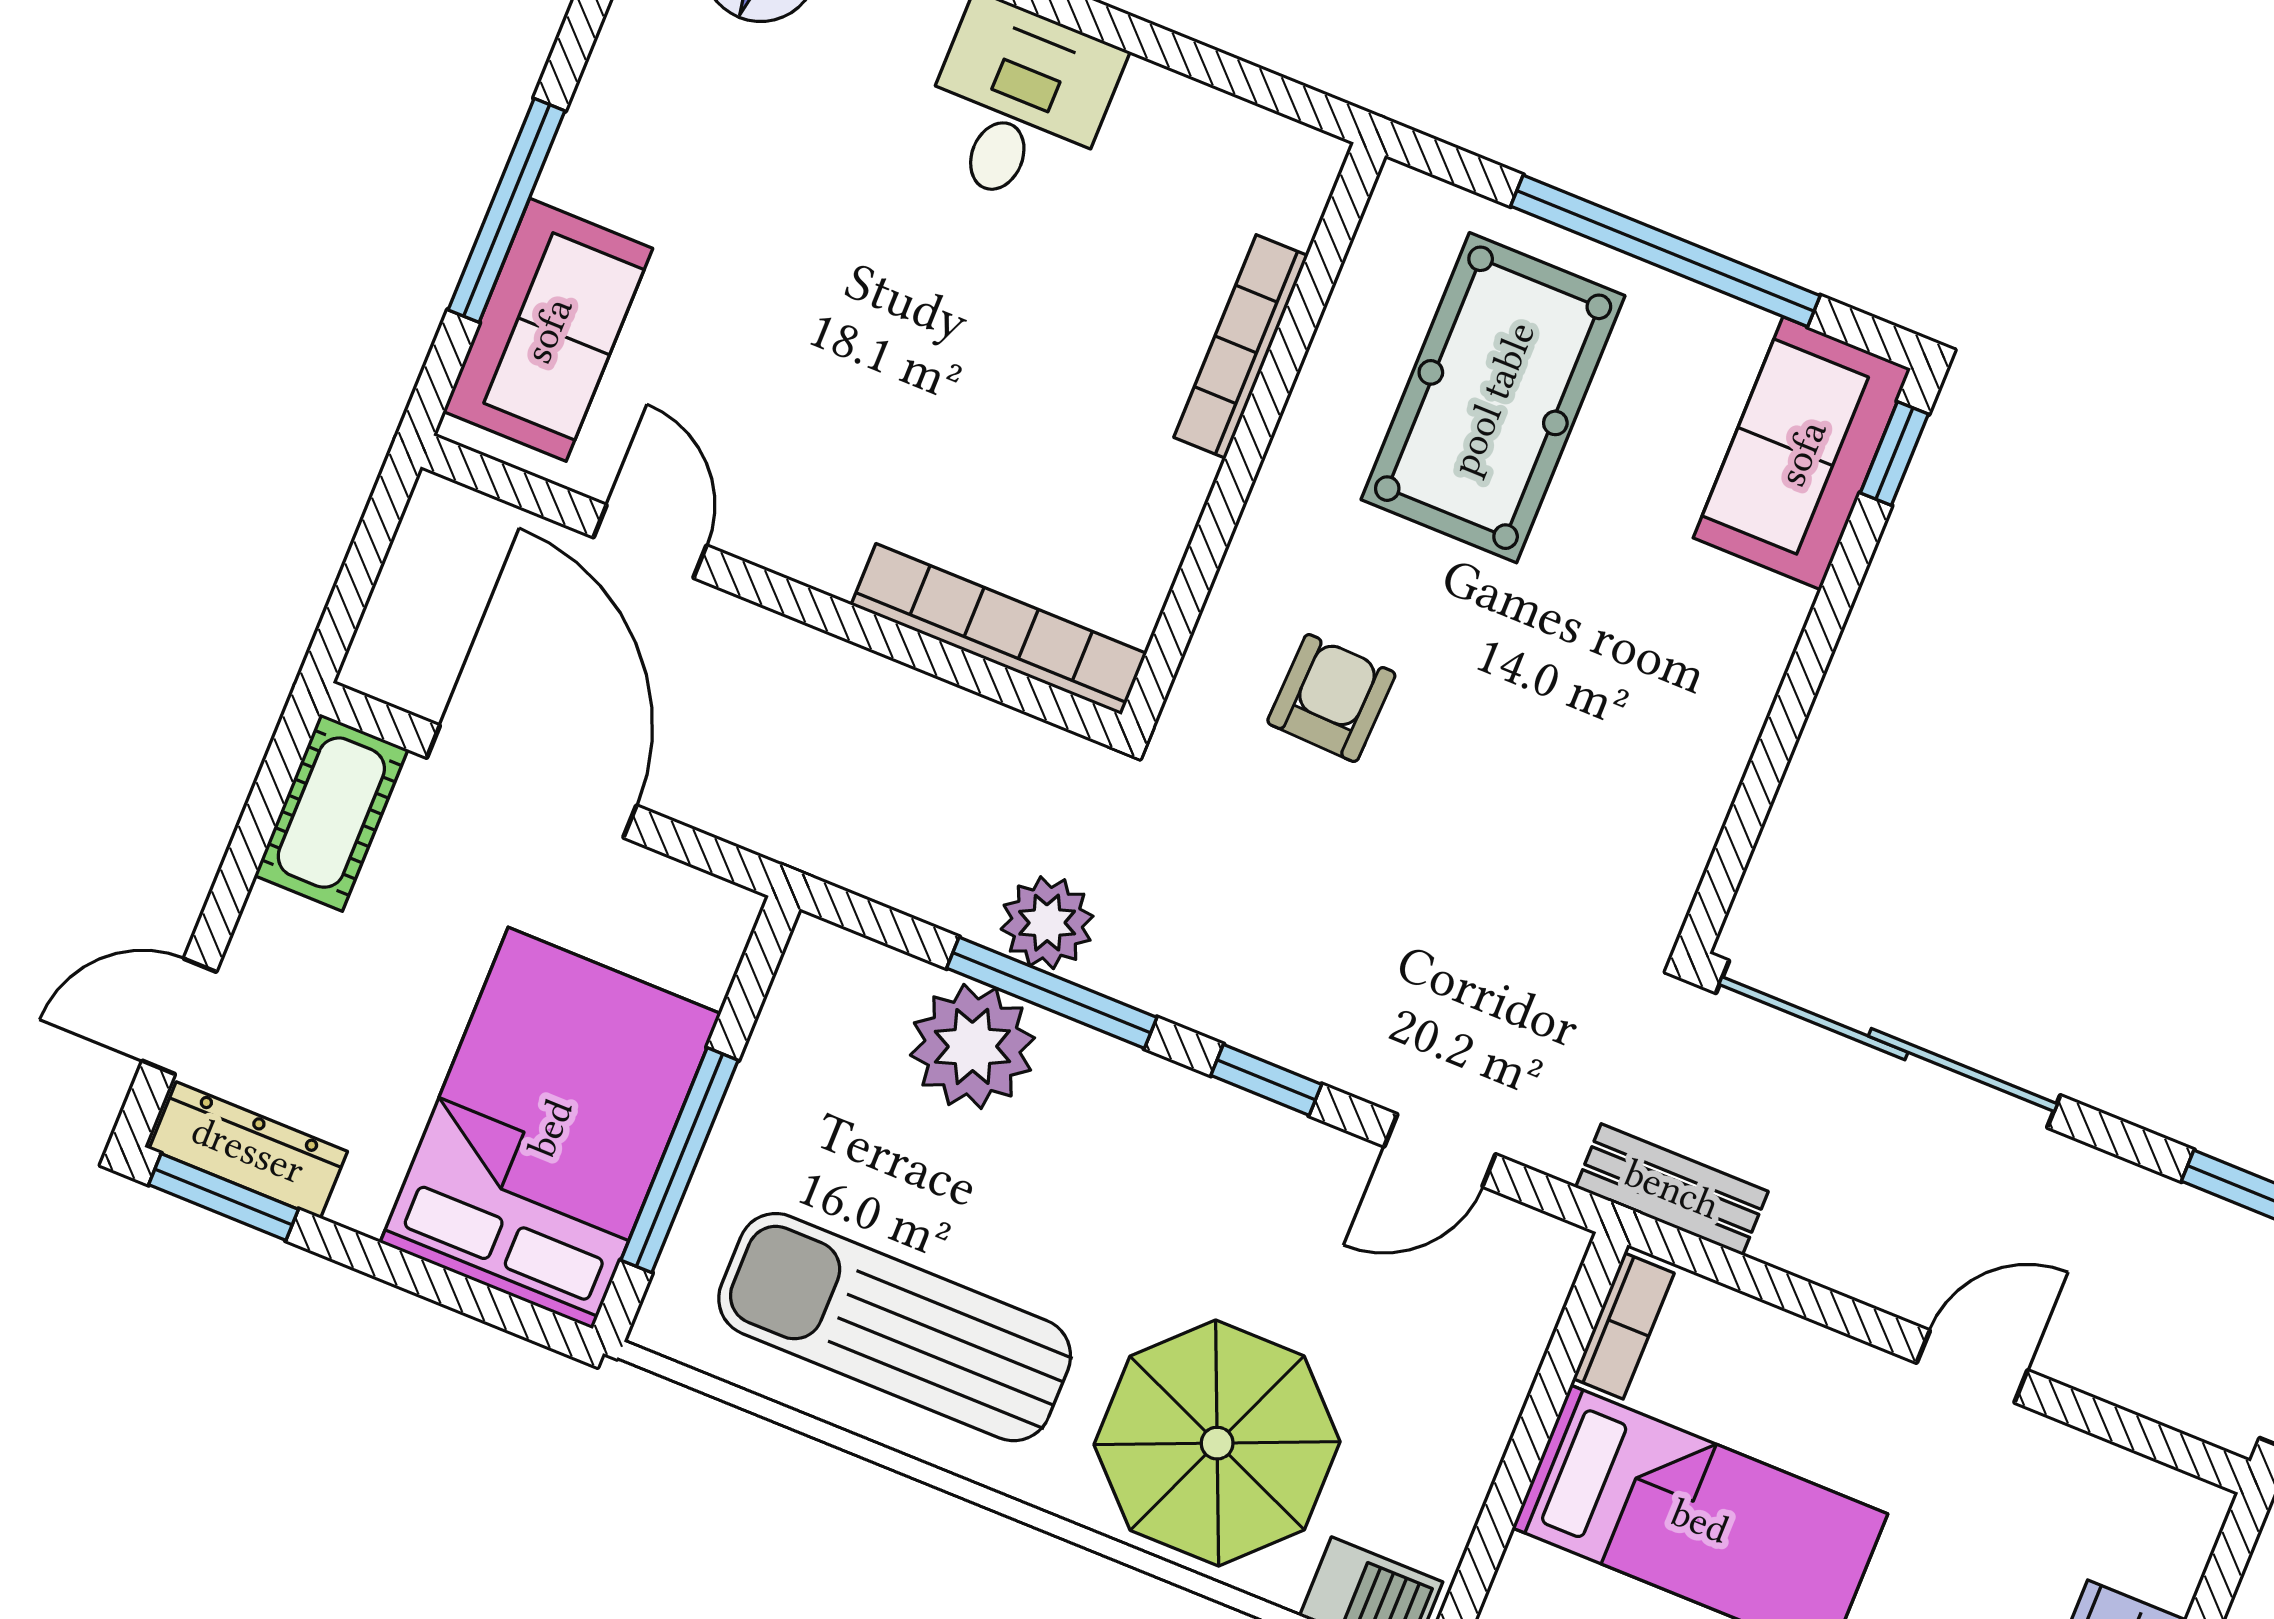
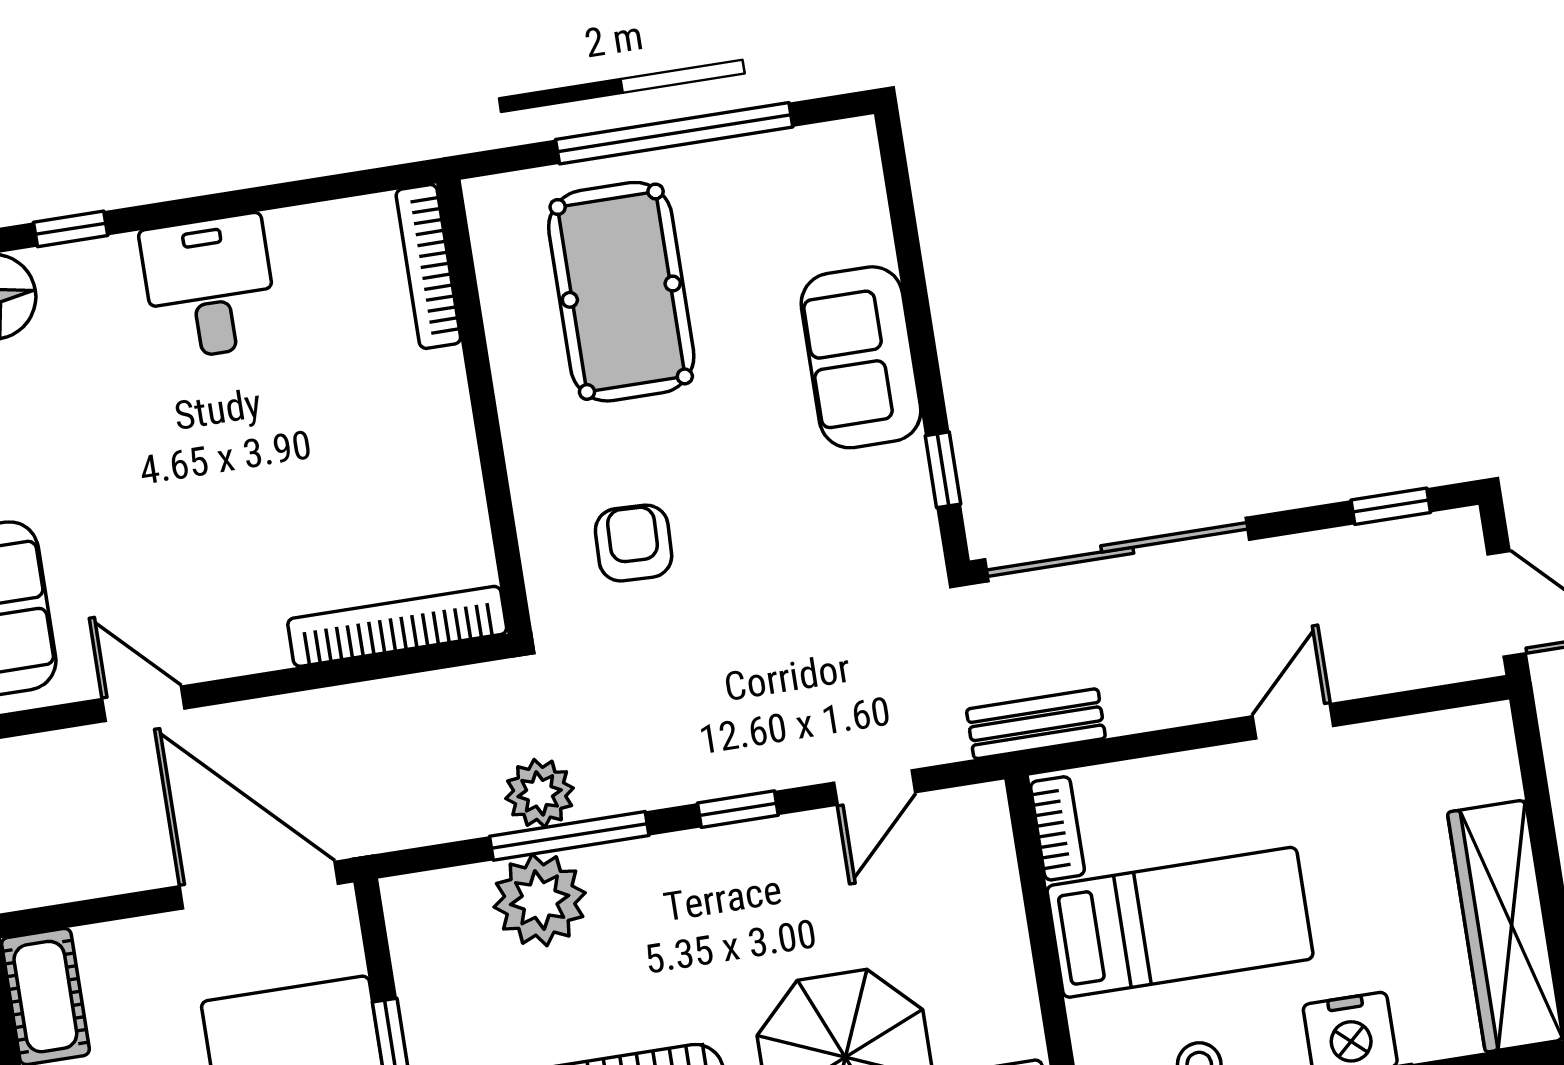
bookcase: (1241, 346) -> (428, 266), moved
sofa: (1802, 453) -> (861, 357), moved
window: (1894, 453) -> (943, 470), moved
door: (532, 782) -> (259, 885), moved

